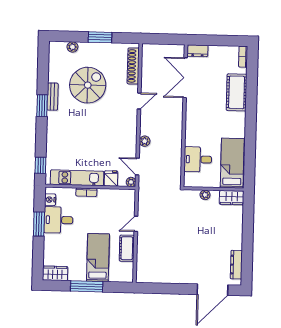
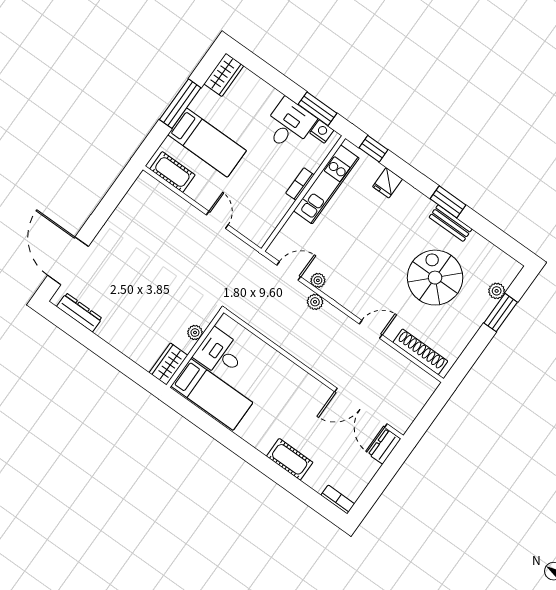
window: (100, 37) -> (501, 313), moved
double door: (185, 78) -> (361, 408), swing flipped
spiral stairs: (88, 85) -> (435, 278), turned 180
cot: (237, 92) -> (290, 459), width x0.73, depth x0.75
door: (139, 101) -> (371, 329), swing flipped
desk: (198, 159) -> (220, 353), moved, turned -90
fridge: (111, 178) -> (388, 183), moved, turned 90
plant: (131, 182) -> (318, 280), moved
window: (39, 224) -> (317, 109), moved
cot: (127, 248) -> (172, 172), moved

